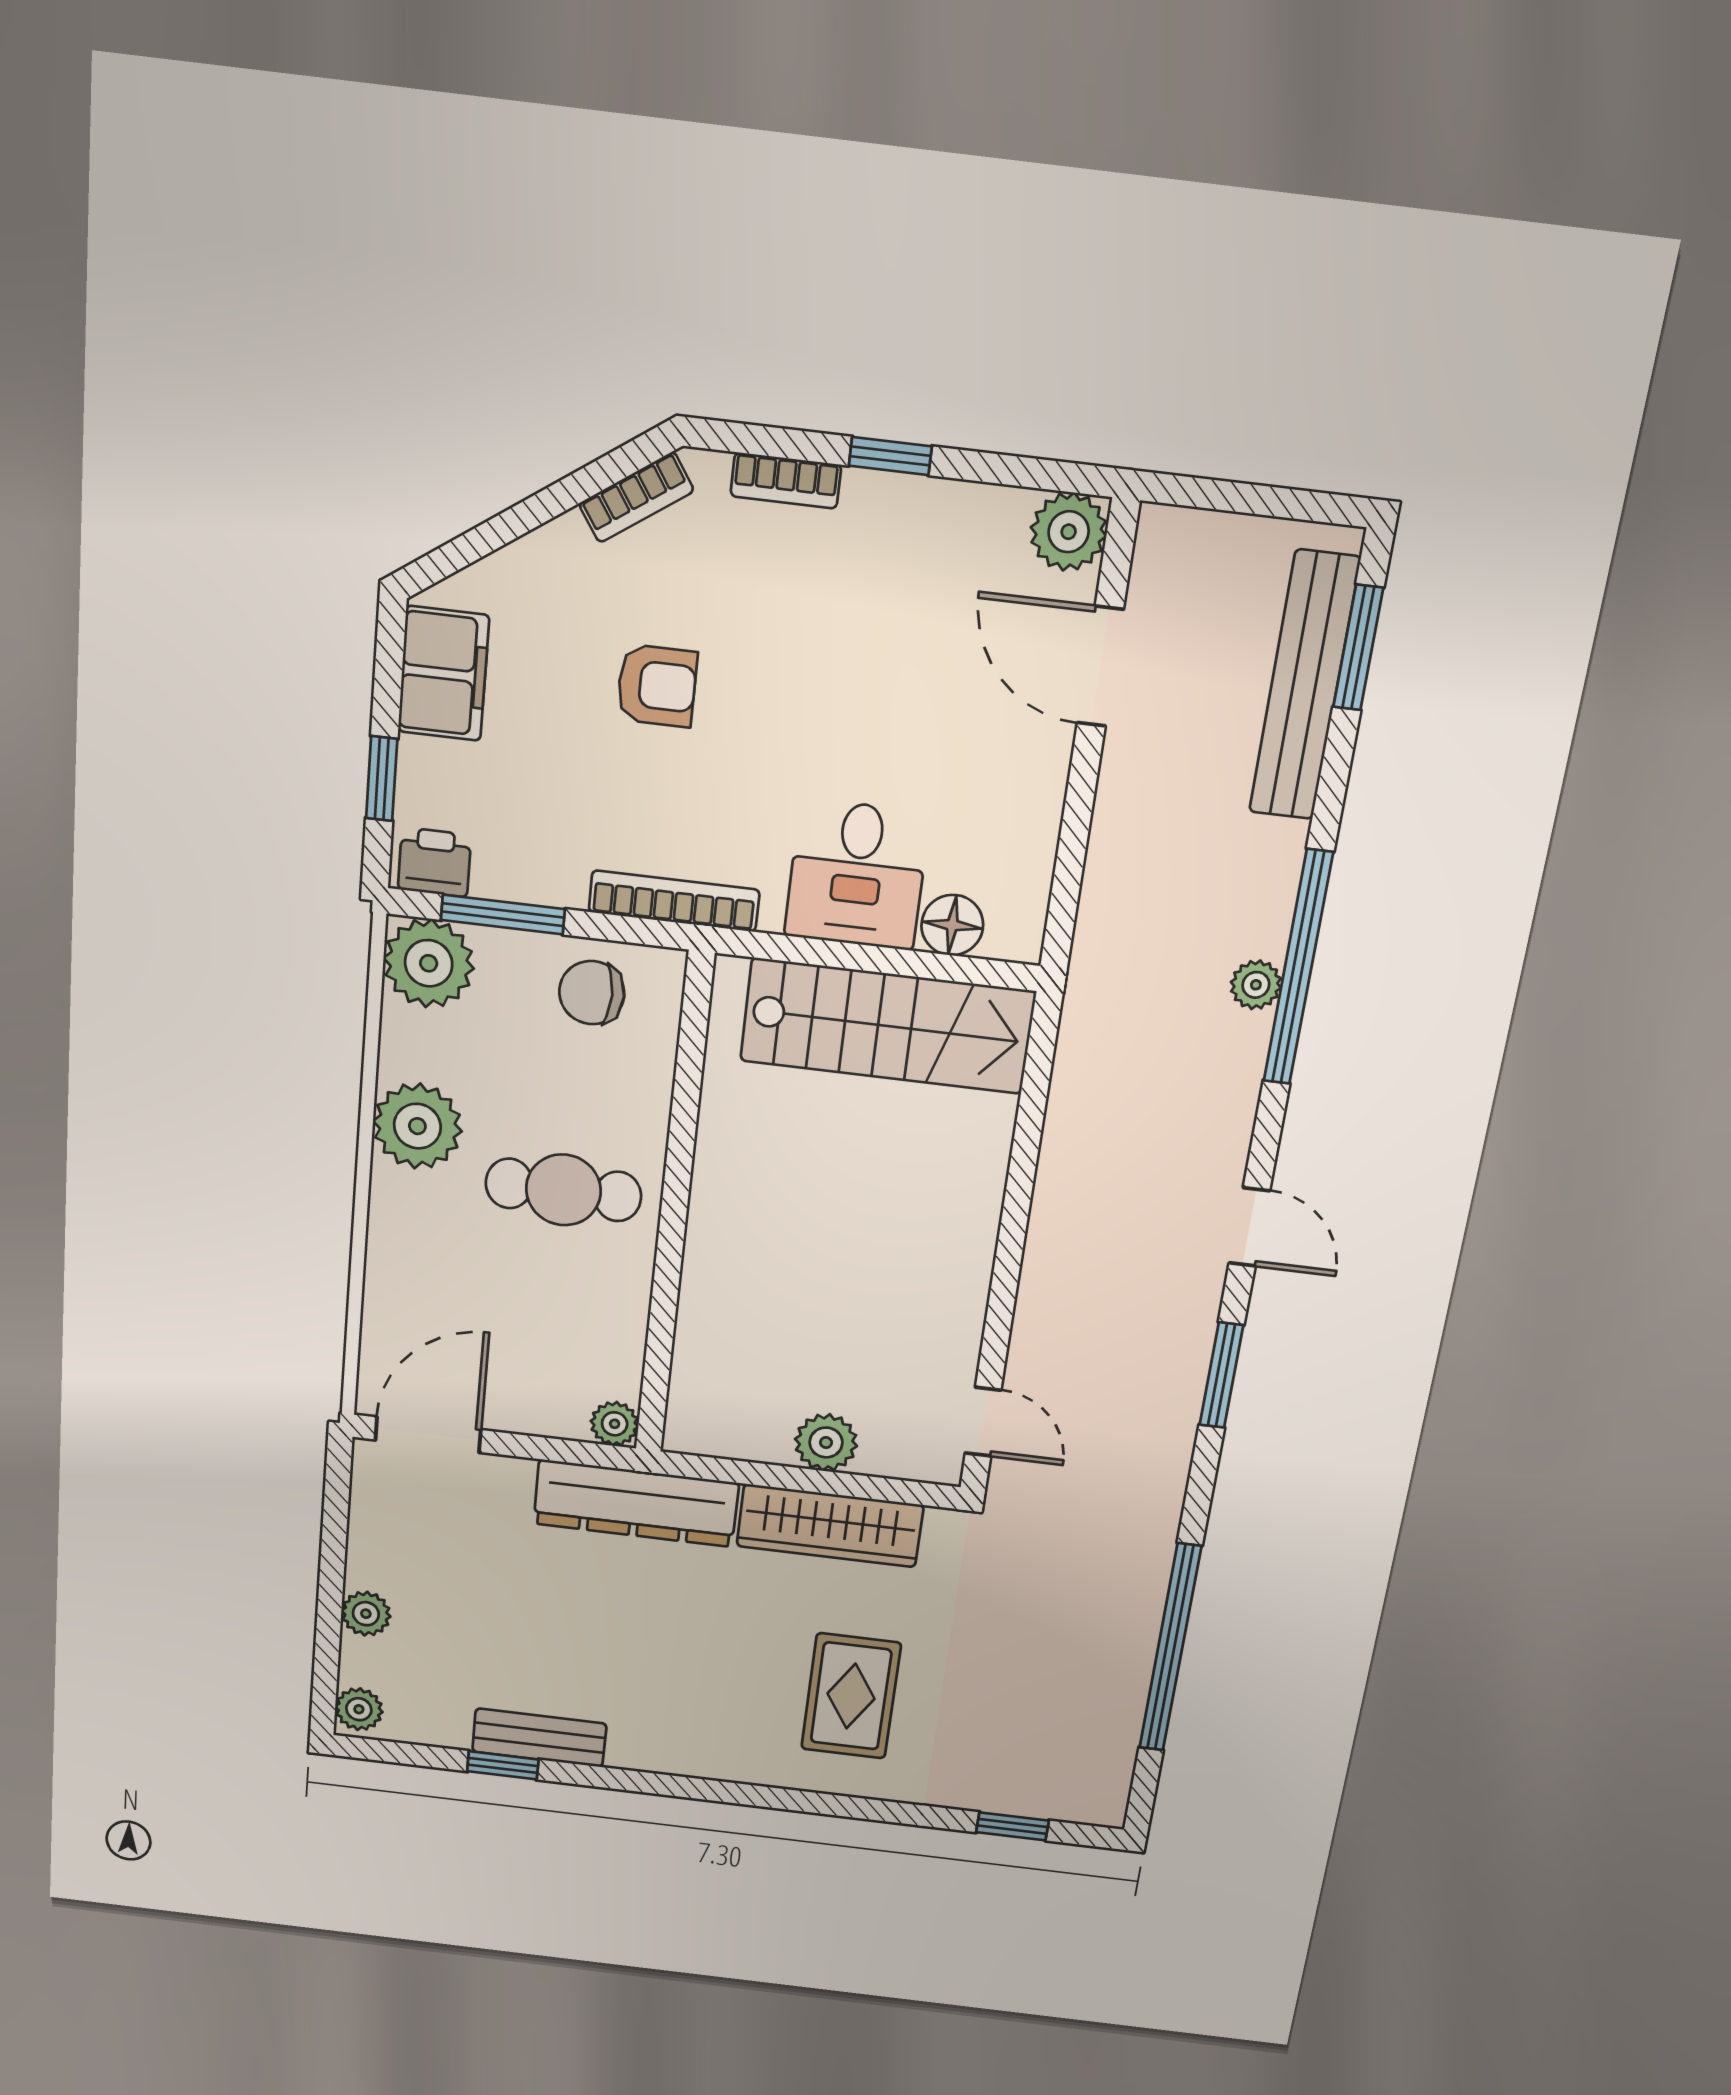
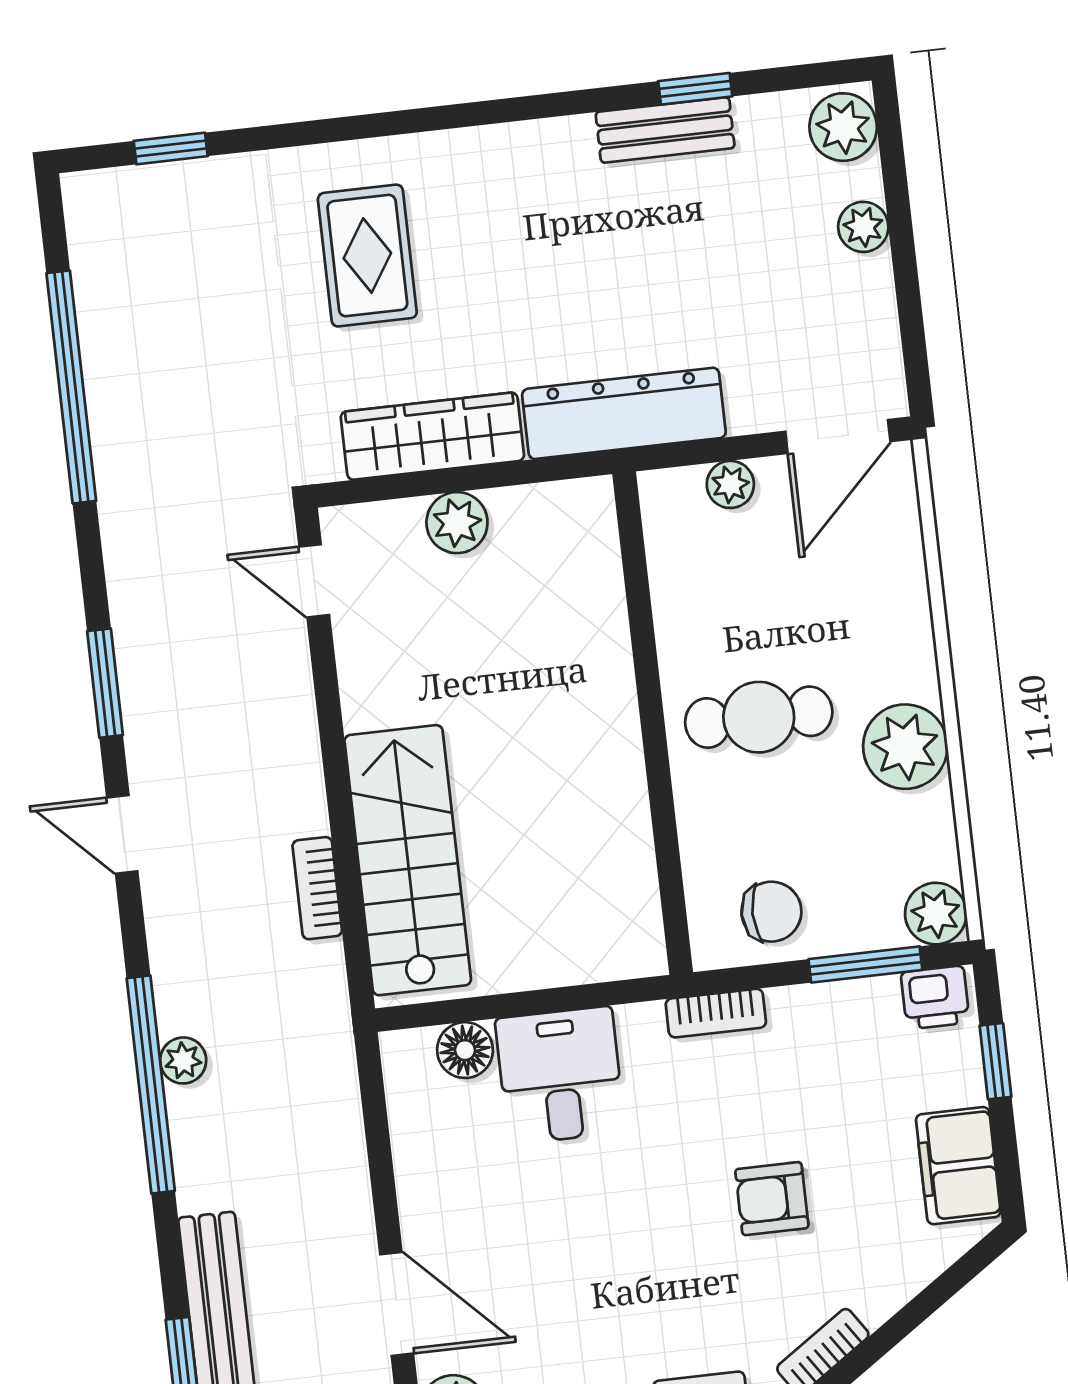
bookcase: (674, 901) -> (716, 1013), width x0.64
plant: (429, 963) -> (936, 914), width x0.73, depth x0.73
stairs: (887, 1026) -> (408, 860), moved, turned 90
bookcase: (1063, 1127) -> (317, 888), added
plant: (615, 1424) -> (730, 484), moved
plant: (359, 1709) -> (843, 127), width x1.38, depth x1.38

